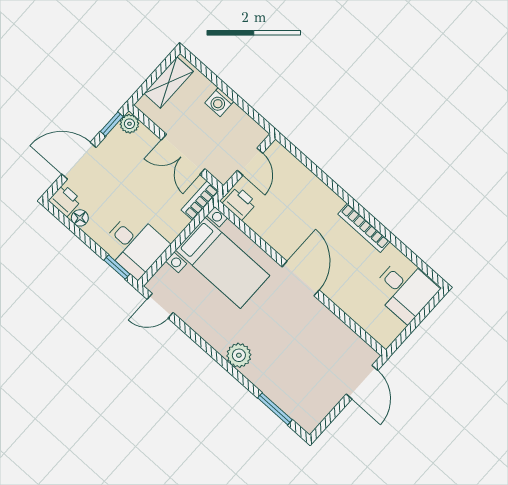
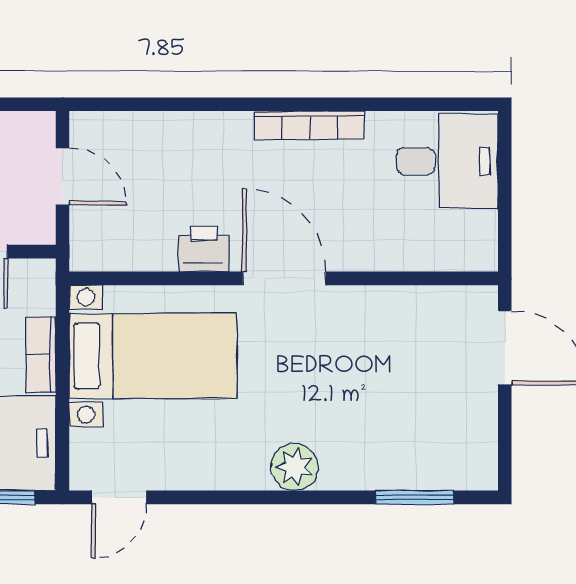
bookcase: (200, 201) -> (41, 354), moved
printer: (240, 203) -> (204, 249), moved

